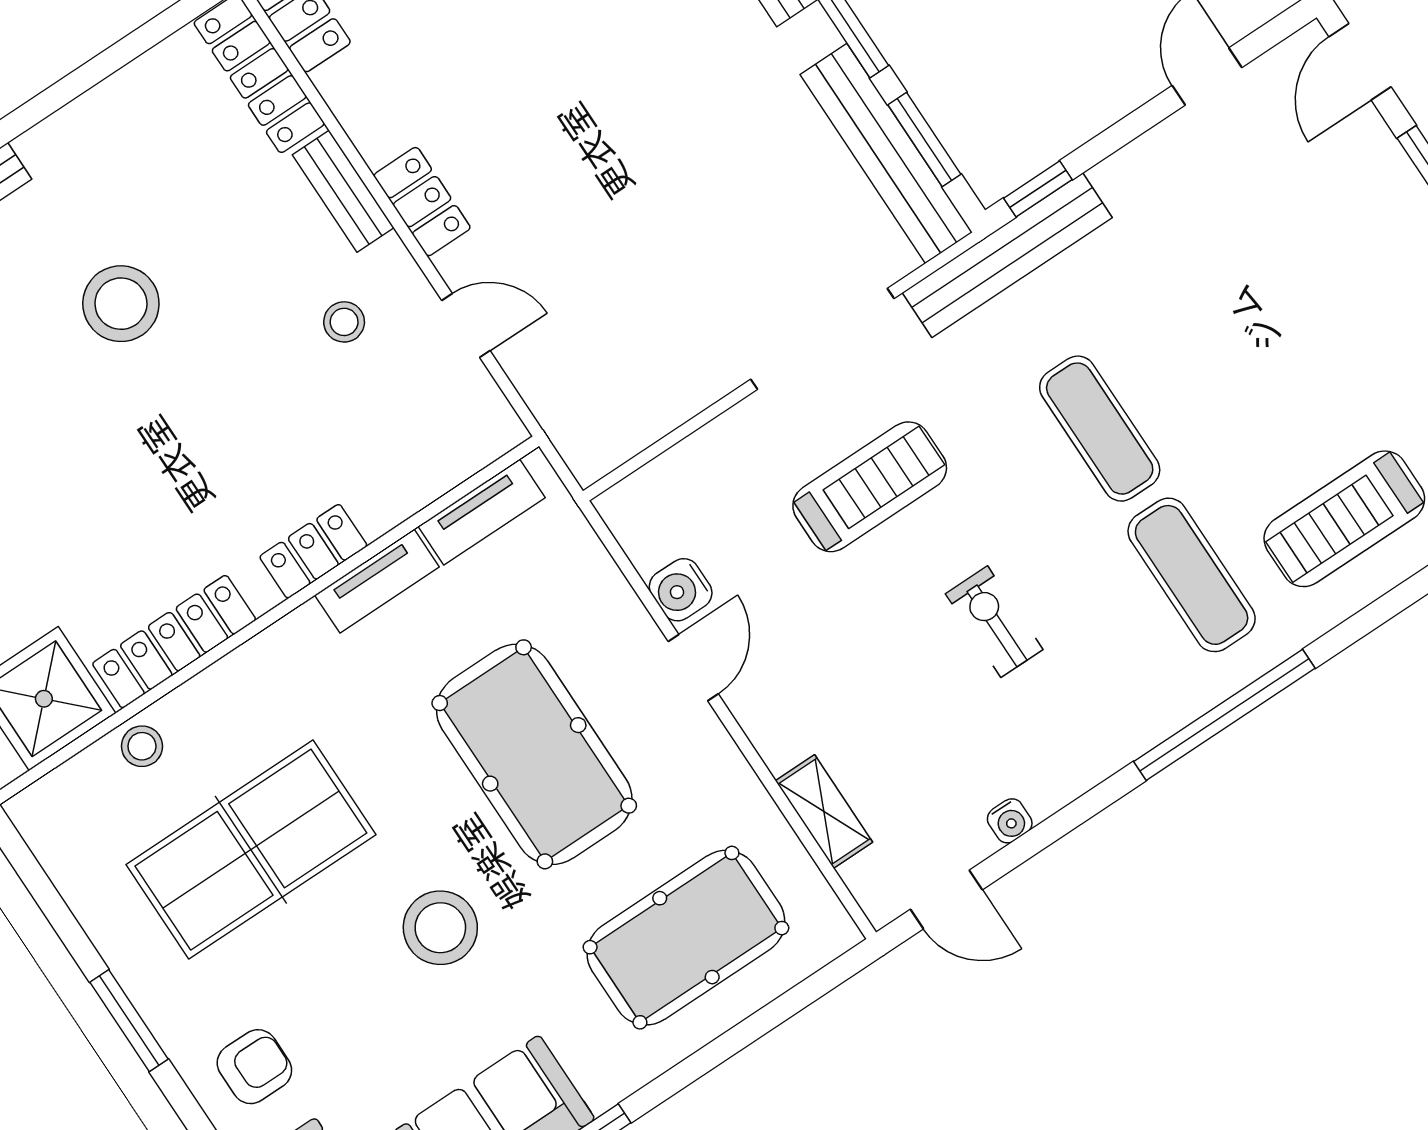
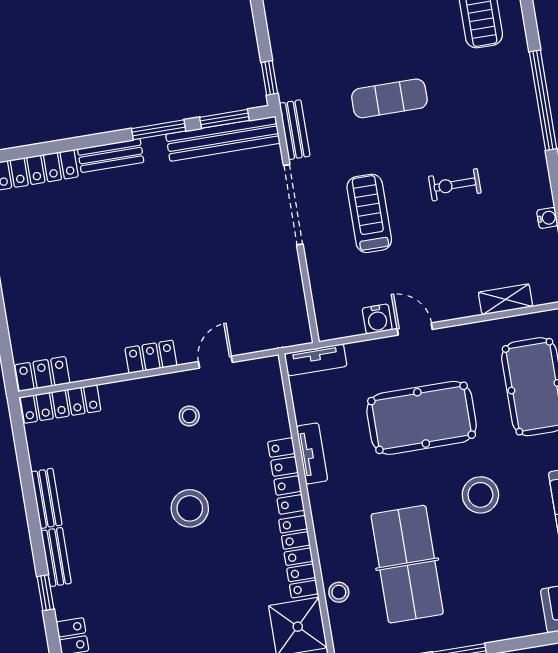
bench: (343, 191) -> (47, 498), moved, turned 90
bench: (1007, 255) -> (295, 130), width x0.54, depth x0.82
stool: (121, 304) -> (190, 508), moved
tv unit: (482, 512) -> (316, 360), moved, turned 90
locker: (313, 551) -> (286, 476), width x1.53
exercise mat: (1192, 575) -> (474, 87), removed
armchair: (254, 1067) -> (505, 606), removed

